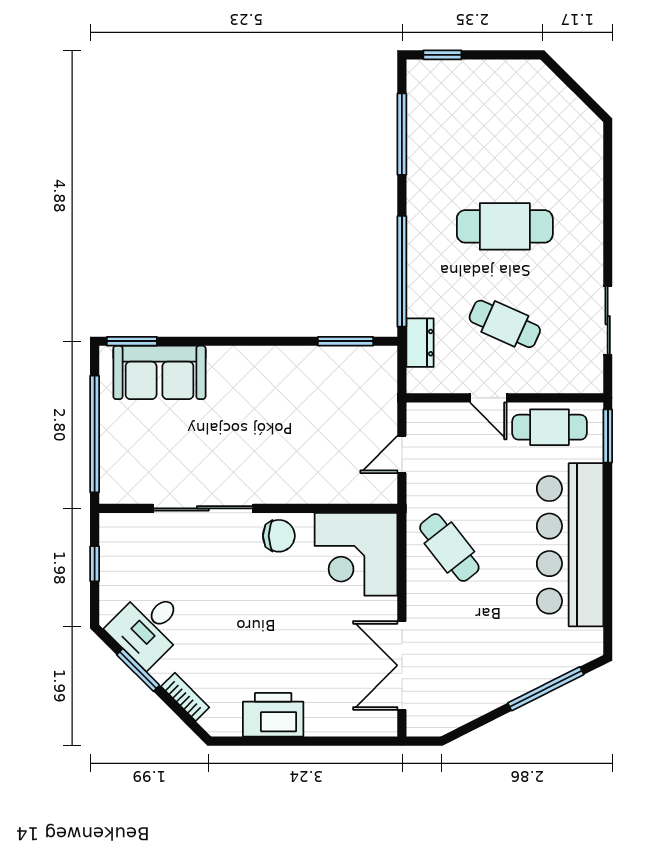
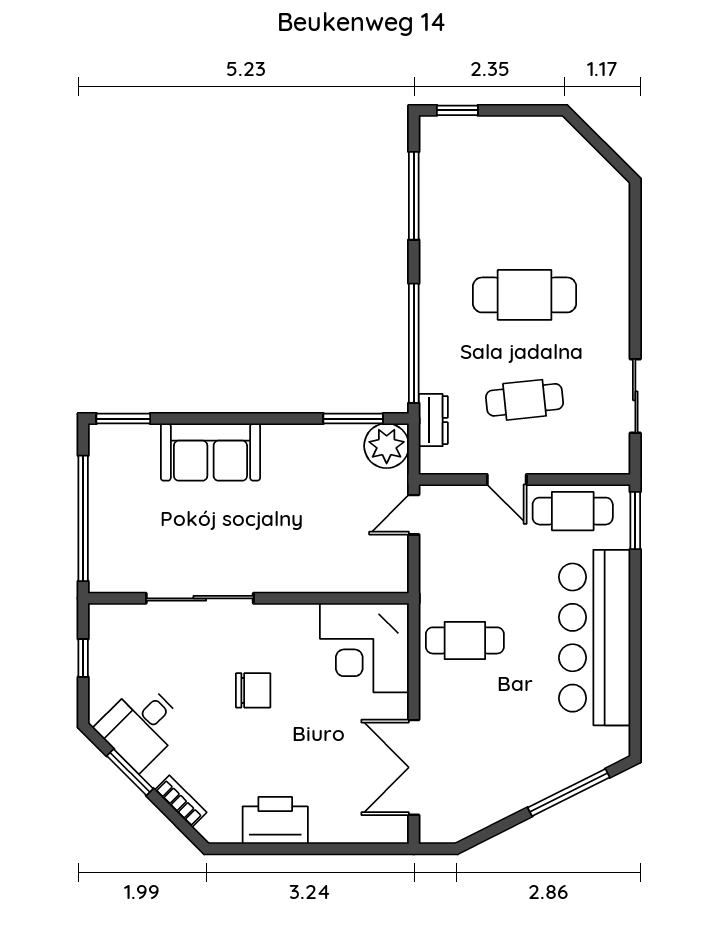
cafe table: (505, 324) -> (525, 400), turned -30
plant: (377, 367) -> (387, 446), added
sofa: (159, 372) -> (210, 452), moved
door: (402, 454) -> (414, 515), moved
chair: (279, 536) -> (253, 690), moved
cafe table: (449, 548) -> (465, 640), turned -52

